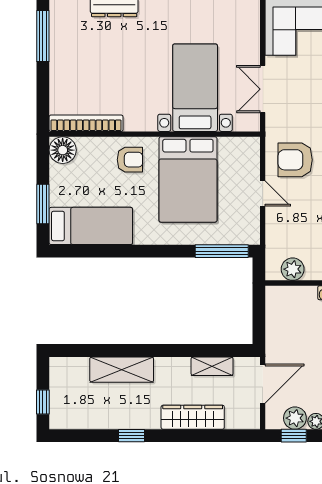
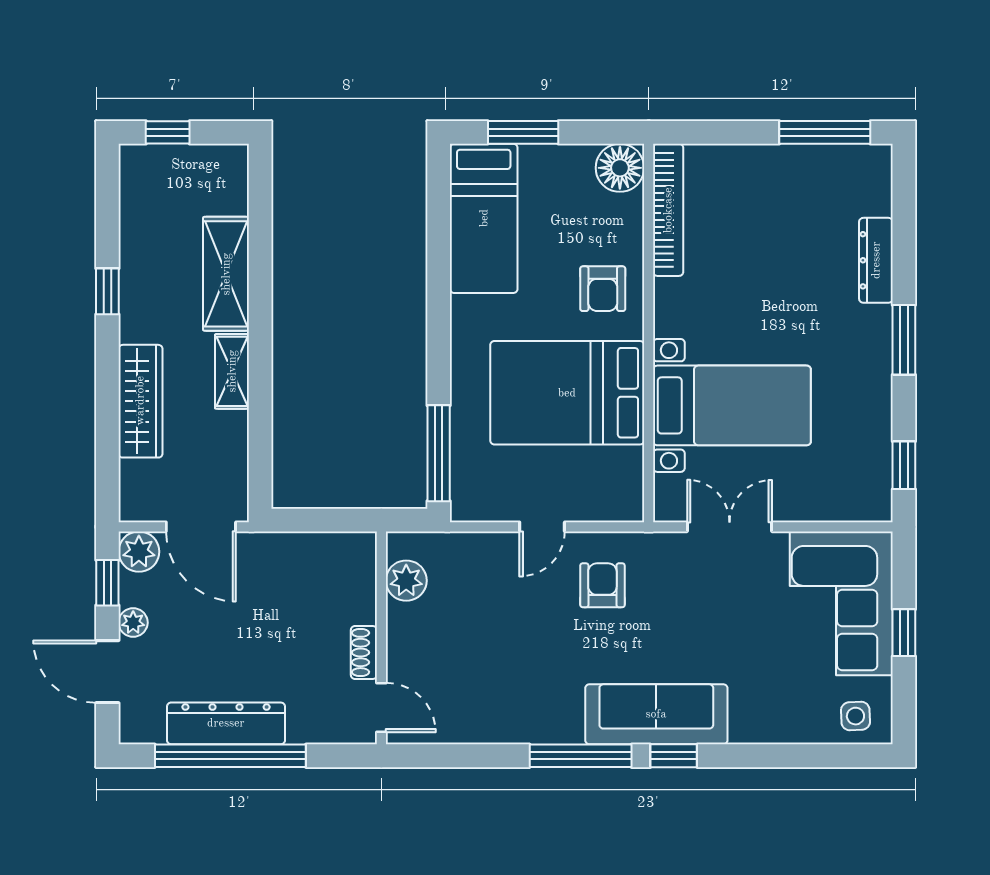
armchair: (295, 160) -> (602, 585), width x0.72, depth x0.72
shelving: (212, 366) -> (232, 371), moved
plant: (295, 418) -> (139, 552), moved

